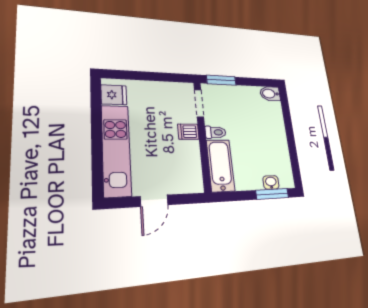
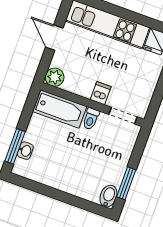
window: (221, 80) -> (126, 183), moved
plant: (194, 183) -> (55, 77), added

